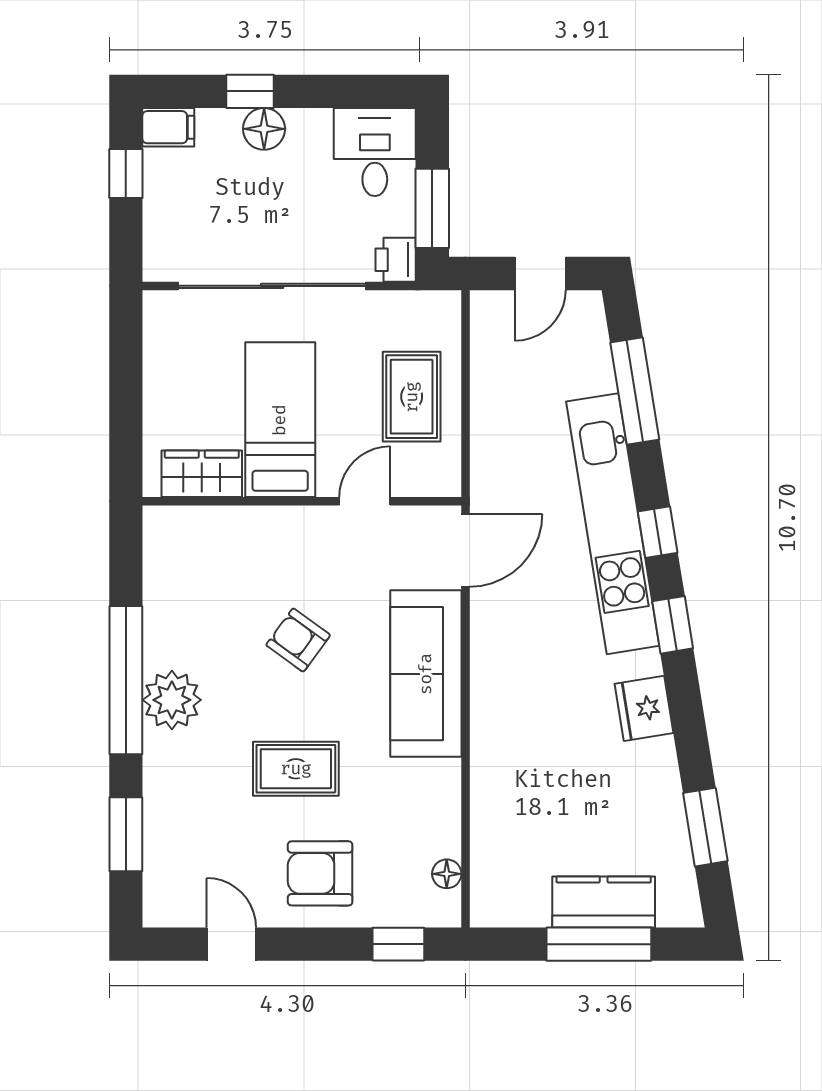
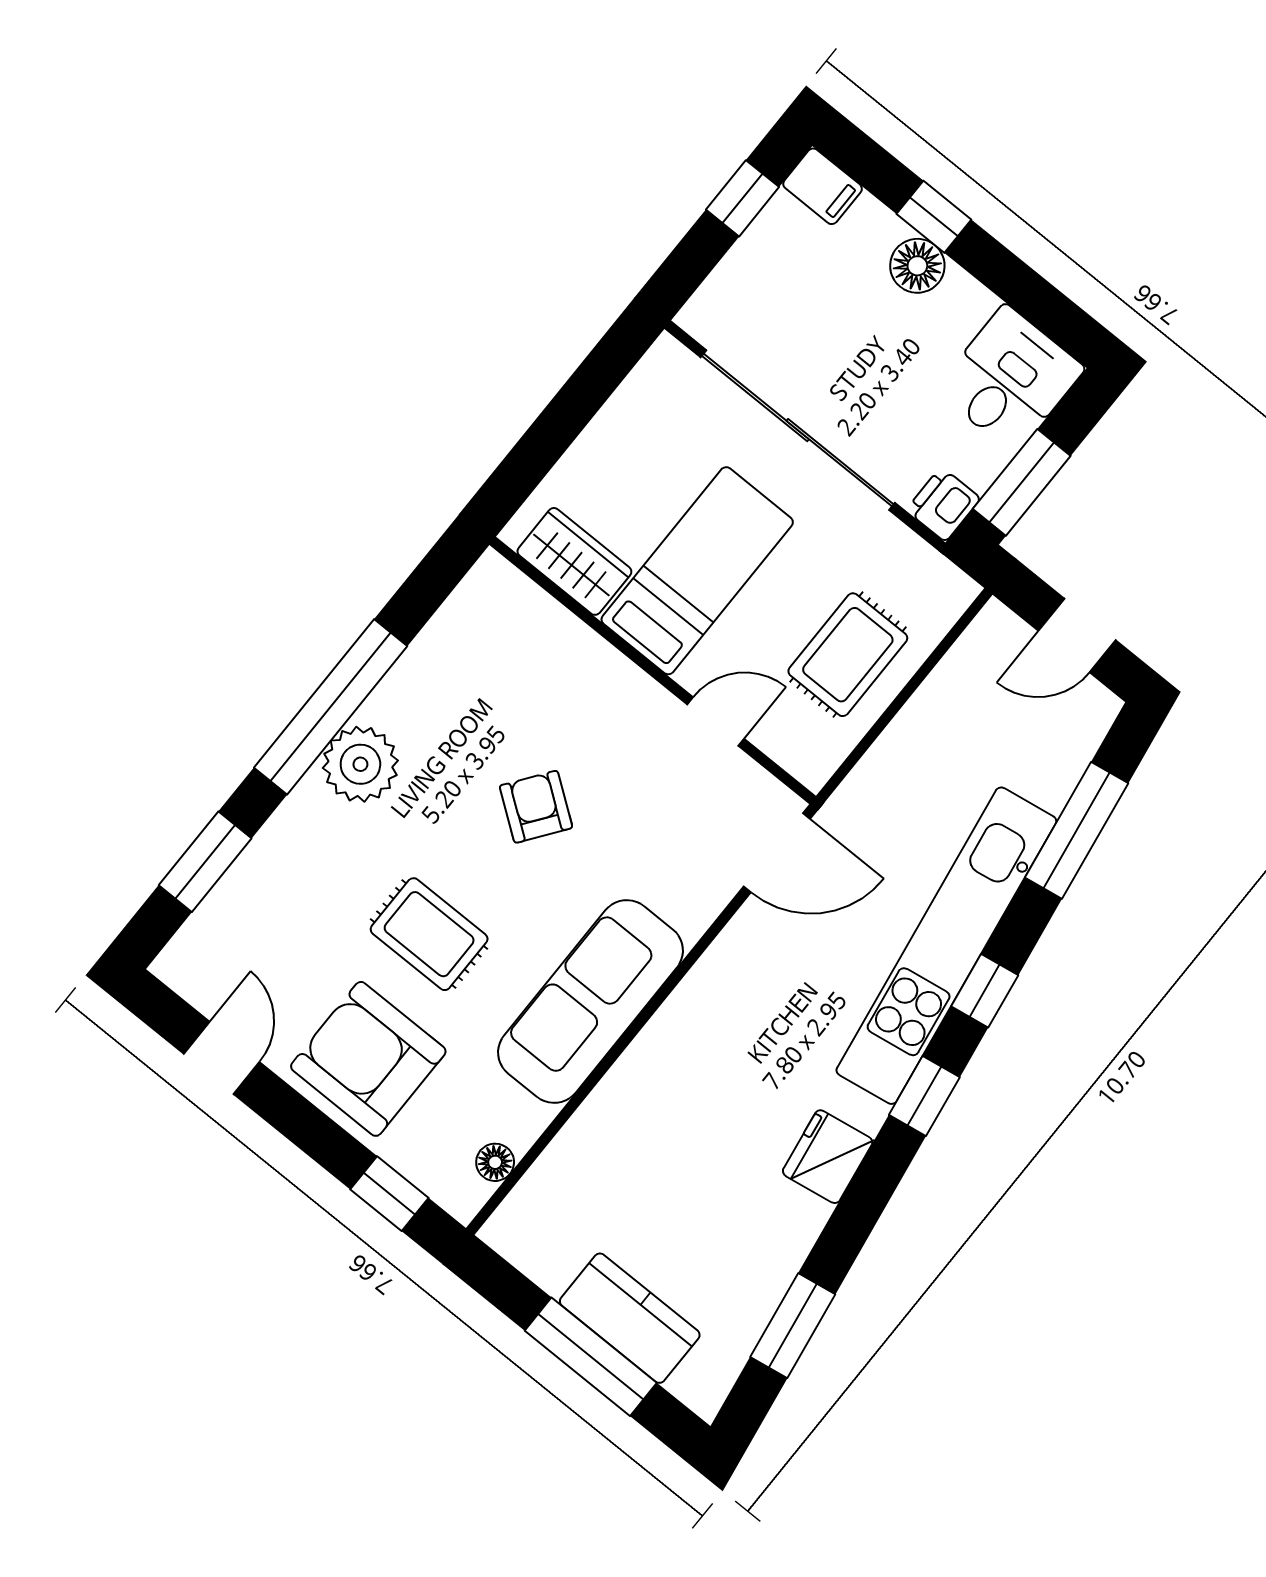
sofa: (426, 674) -> (591, 1002), moved
armchair: (320, 873) -> (368, 1059), width x1.36, depth x1.36

